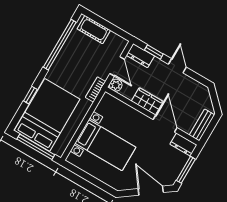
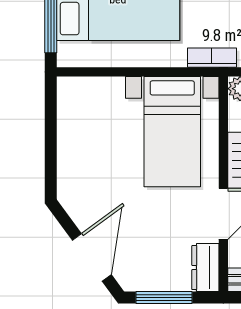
bed with nightstands: (105, 145) -> (172, 132), moved

